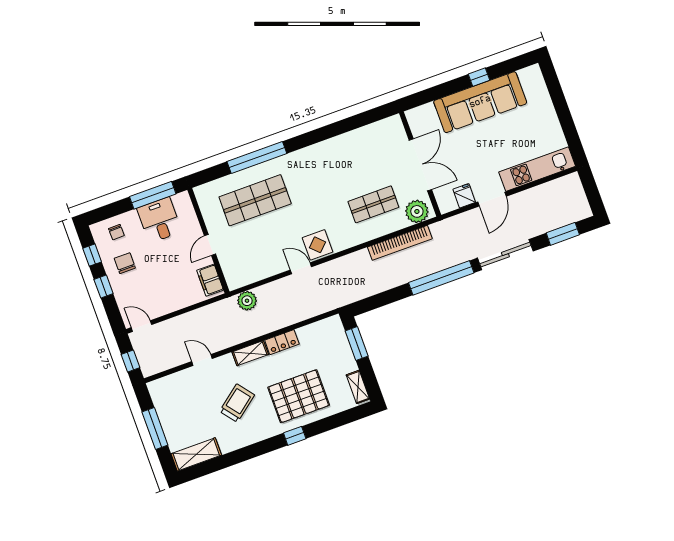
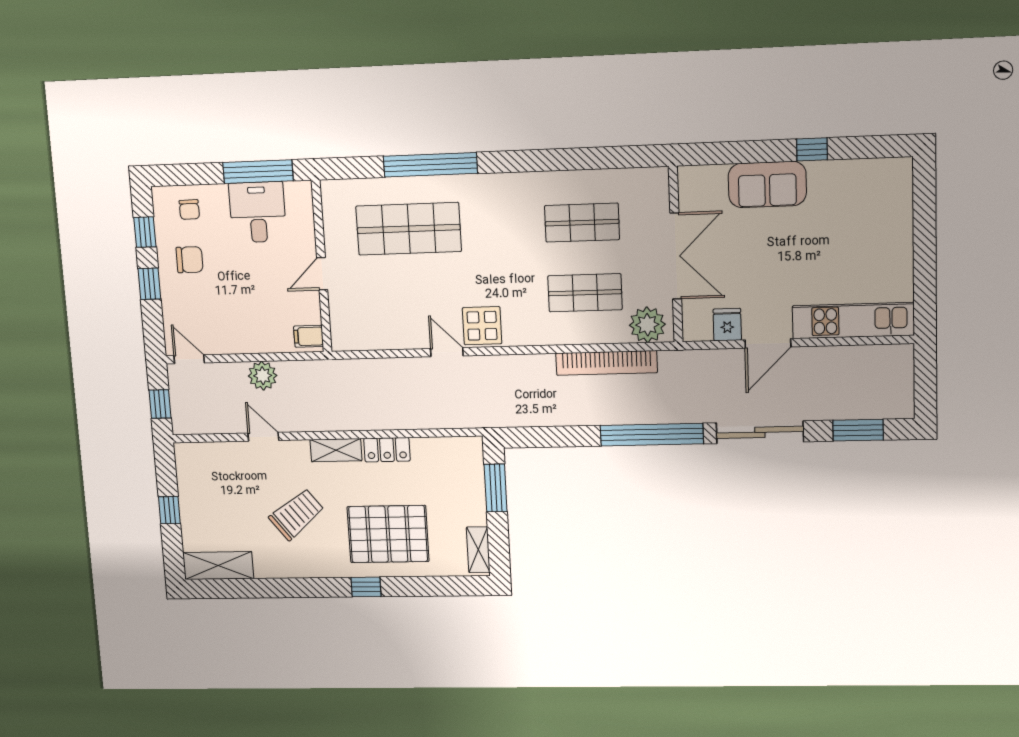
sofa: (480, 102) -> (767, 184), width x0.54, depth x0.79
shop shelf: (358, 163) -> (582, 223), added
chair: (125, 263) -> (189, 260), turned 90
filing cabinet: (210, 280) -> (309, 336), width x0.50
plant: (247, 301) -> (263, 376), moved
window: (155, 428) -> (169, 510), width x0.46

